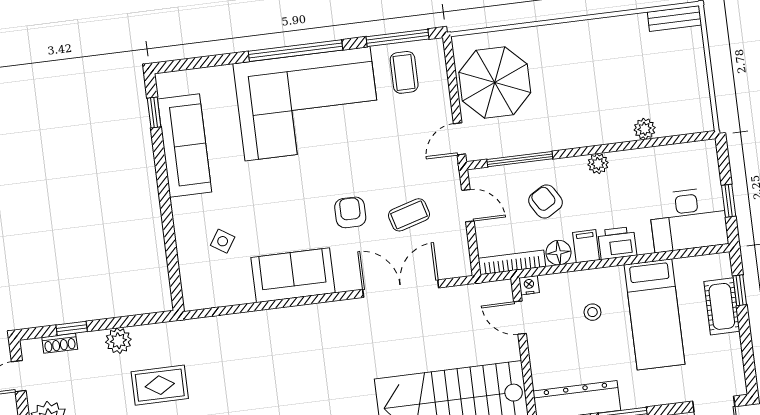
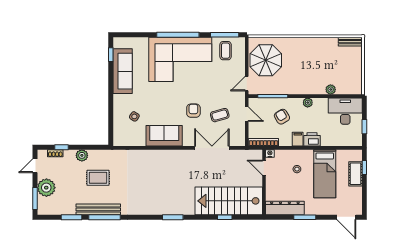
desk: (688, 220) -> (345, 111), moved, turned 180
floor lamp: (559, 253) -> (285, 140), removed

